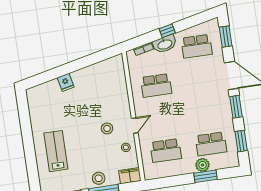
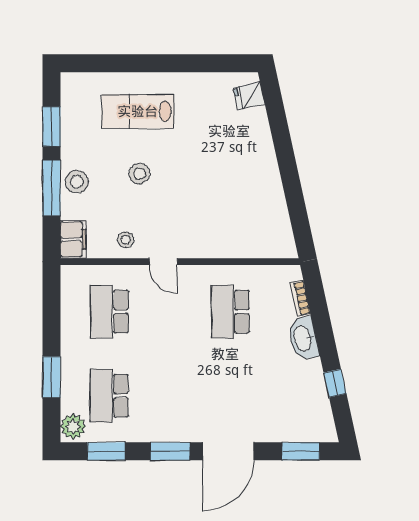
window: (167, 31) -> (335, 383), moved
school desk: (197, 46) -> (291, 396), removed
fridge: (66, 82) -> (249, 96), moved
stool: (107, 128) -> (139, 174), moved
lab bench: (56, 151) -> (138, 111), turned 180
plant: (202, 165) -> (73, 427), moved

